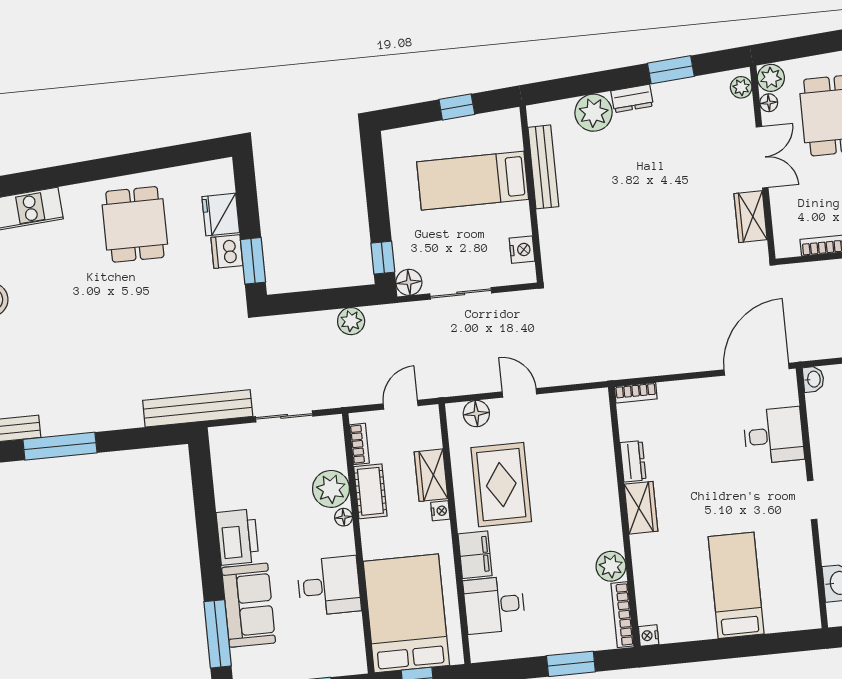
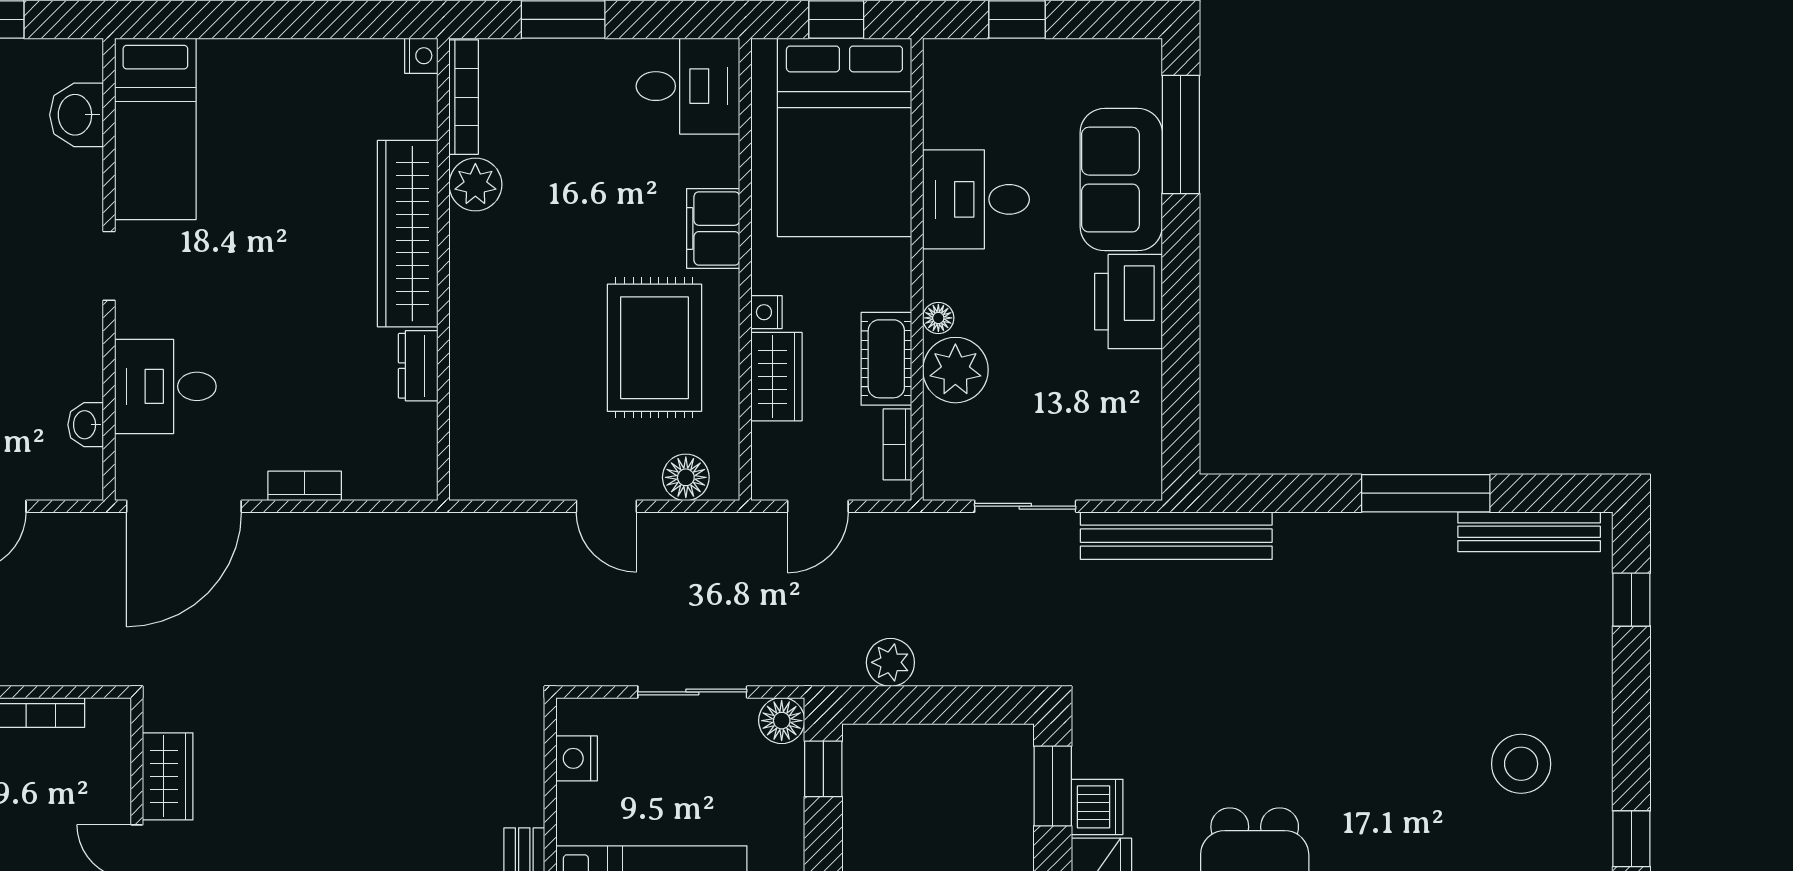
washbasin: (813, 379) -> (86, 425), moved
bookcase: (636, 393) -> (305, 486), moved
wardrobe: (641, 508) -> (408, 234), width x2.10, depth x1.17
bed: (736, 585) -> (155, 129), moved
desk: (494, 605) -> (688, 86), moved

